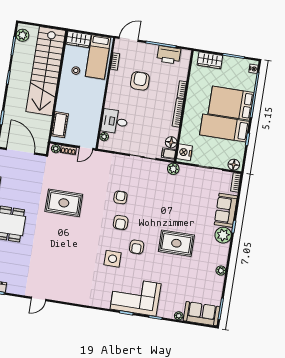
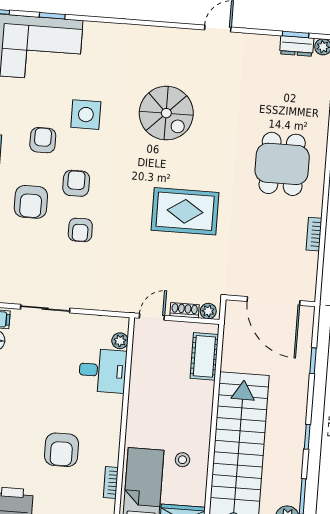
armchair: (146, 215) -> (31, 202), added
spiral stairs: (70, 256) -> (166, 113), added

